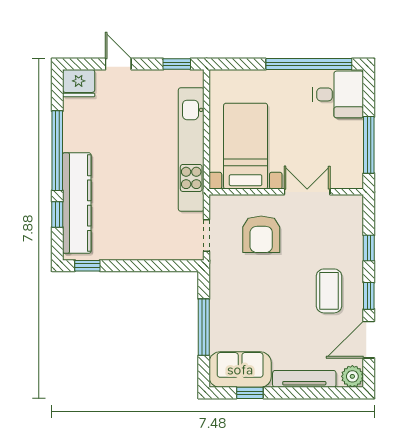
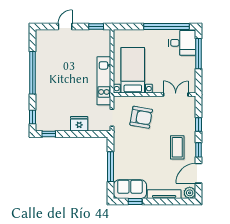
door: (118, 64) -> (65, 27), hinge flipped
fridge: (79, 83) -> (79, 124), moved, turned 180
window: (369, 145) -> (198, 54), moved
kitchen unit: (191, 149) -> (104, 81), width x0.73
double door: (307, 192) -> (176, 95), moved
kitchen counter: (77, 203) -> (43, 101), removed
window: (57, 214) -> (33, 117), moved
armchair: (261, 234) -> (141, 117), turned -80

